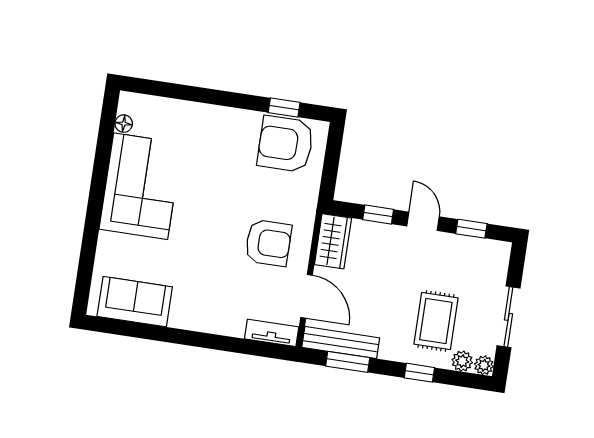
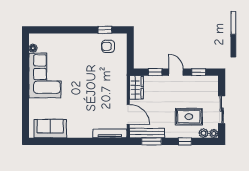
armchair: (285, 144) -> (108, 46), width x0.53, depth x0.53
armchair: (268, 243) -> (107, 93), removed
rug: (436, 321) -> (189, 117), turned 90
tv unit: (272, 333) -> (110, 133), width x1.41

